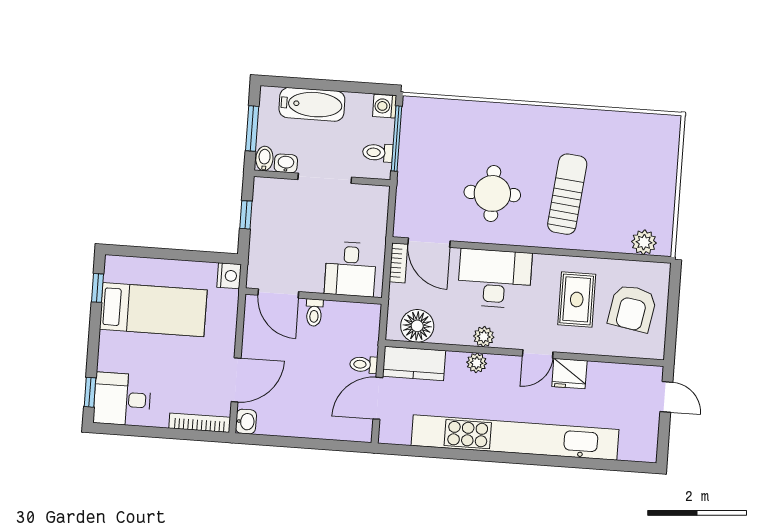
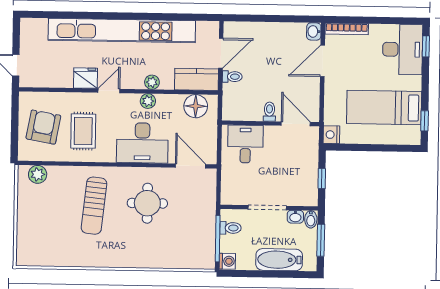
bookcase: (398, 263) -> (211, 150), removed
desk: (122, 399) -> (403, 49), width x1.37

